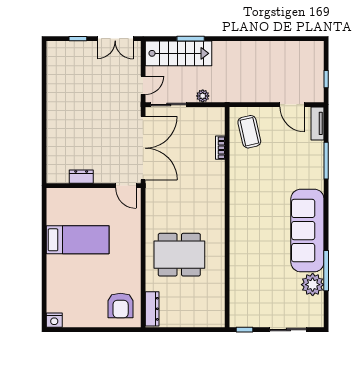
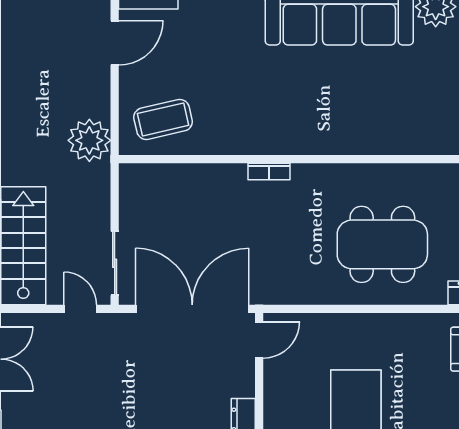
plant: (203, 96) -> (89, 140), moved, width x1.88, depth x1.88
bookcase: (220, 148) -> (269, 171), moved
dining table: (179, 255) -> (382, 244), turned 90

